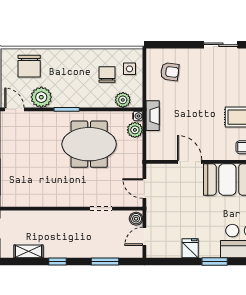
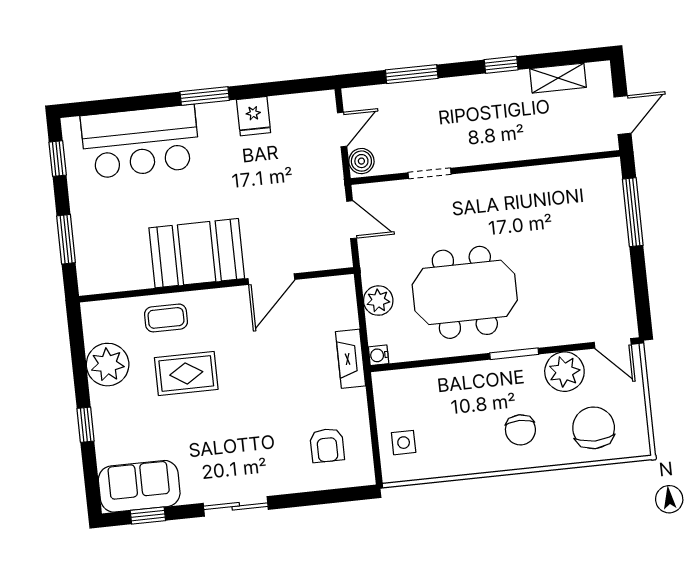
armchair: (170, 72) -> (327, 445), turned -97
chair: (107, 74) -> (520, 430), moved
plant: (123, 100) -> (410, 383), removed
plant: (135, 130) -> (378, 301), moved
door: (190, 162) -> (271, 279), hinge flipped

